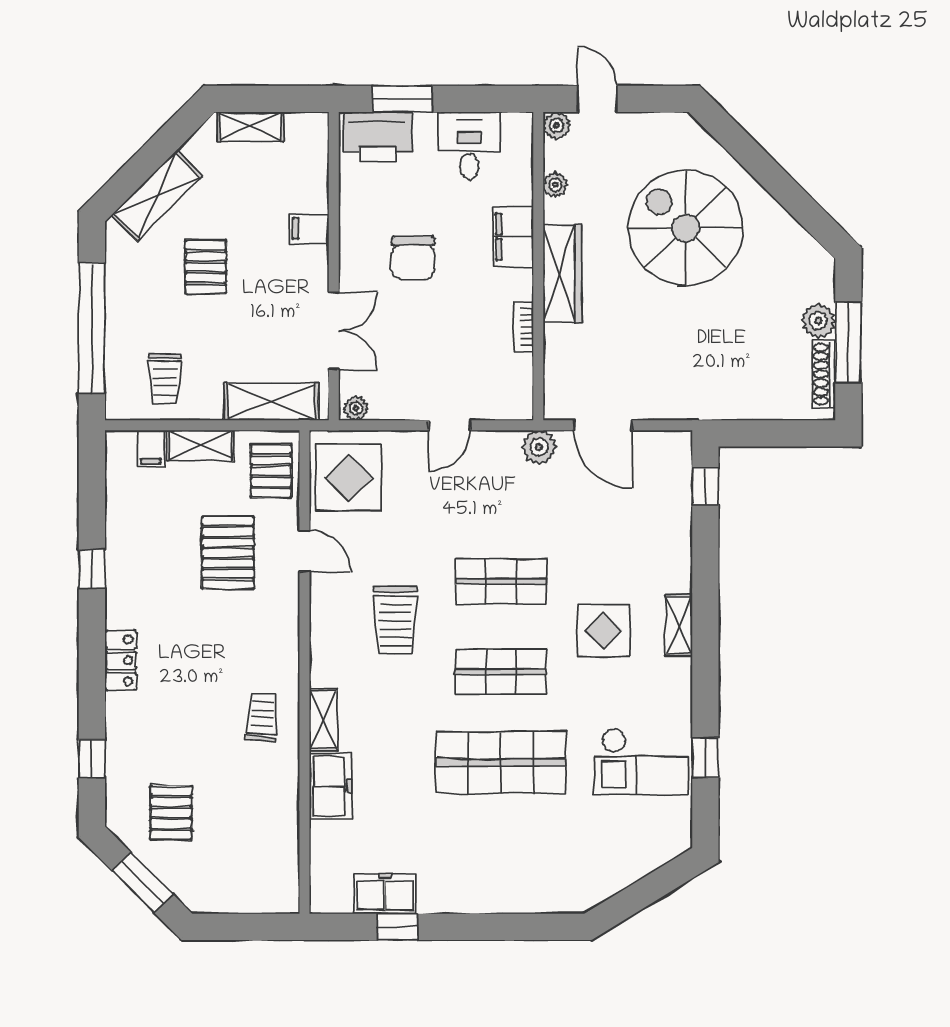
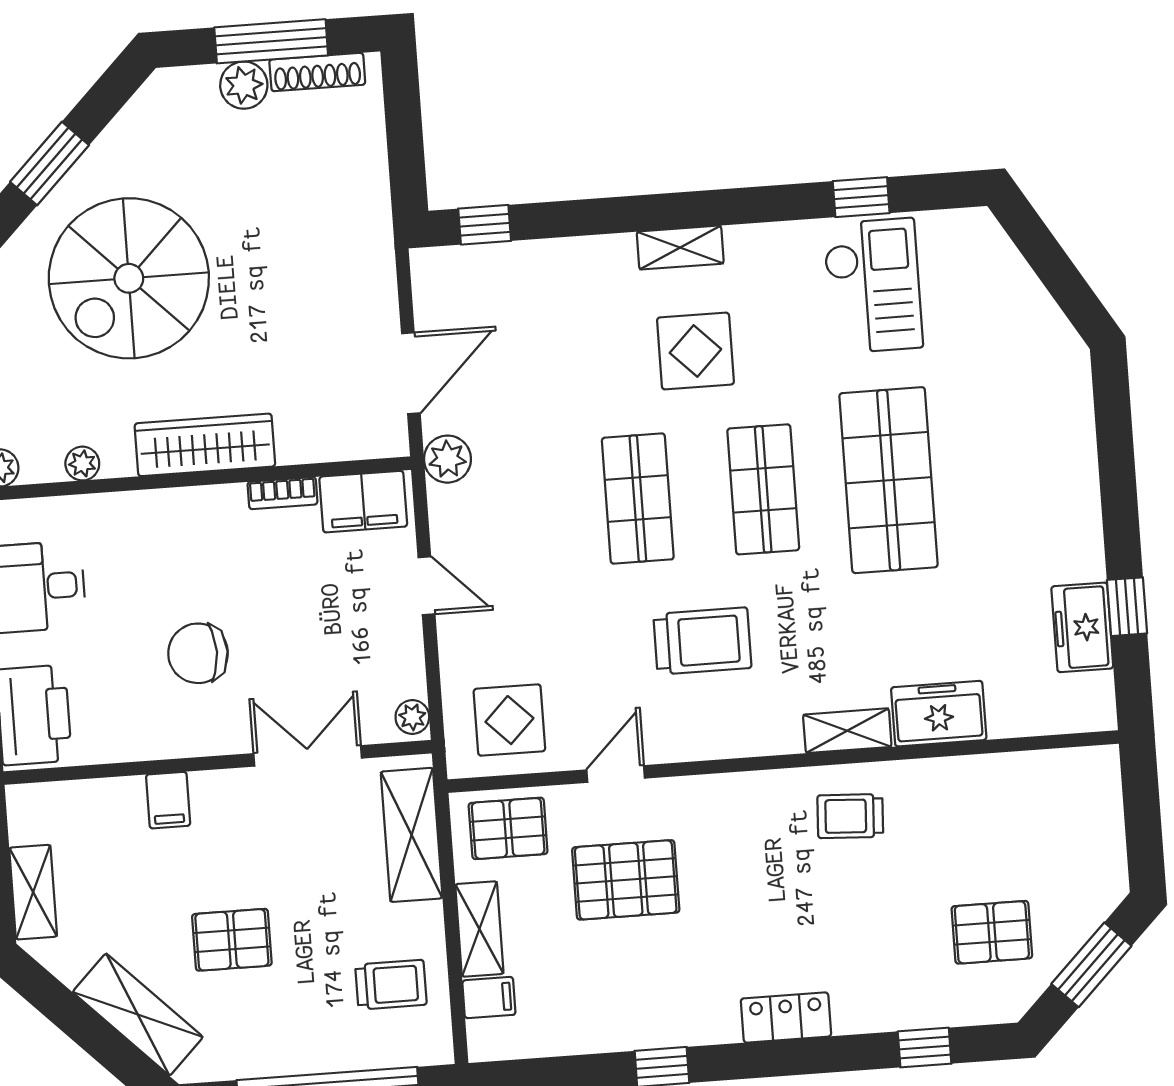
window: (772, 177) -> (50, 163), added
filing cabinet: (513, 237) -> (363, 502), moved
chair: (413, 258) -> (198, 653), turned 180
display table: (349, 478) -> (509, 720), width x0.73, depth x0.73

